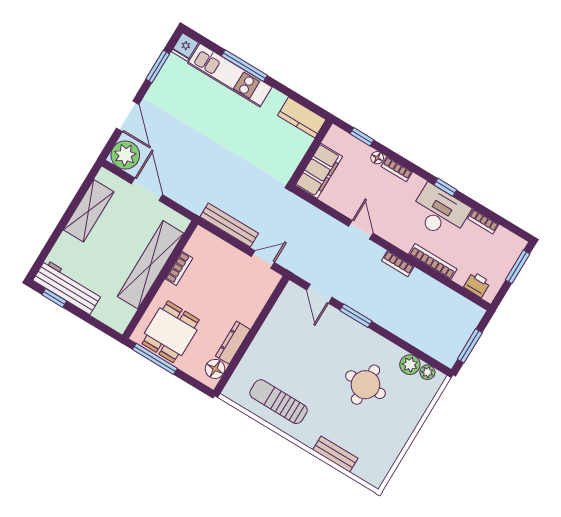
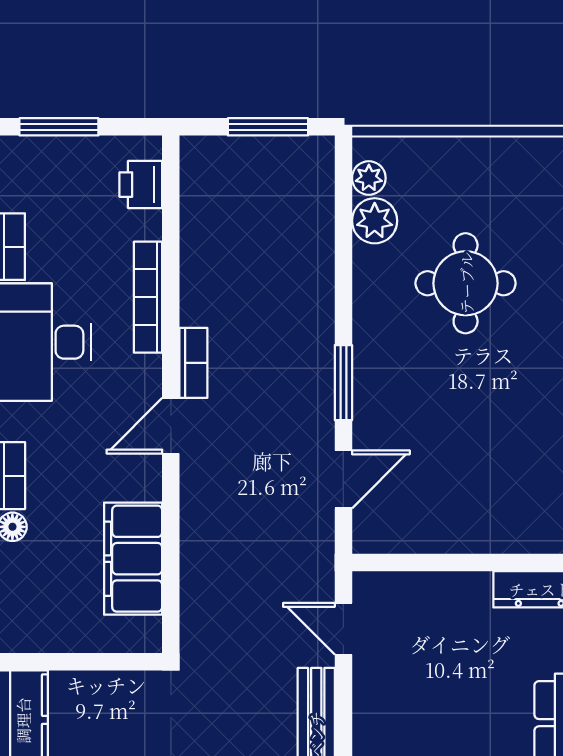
filing cabinet: (319, 171) -> (133, 559), moved, turned -90
door: (361, 230) -> (171, 426), moved

